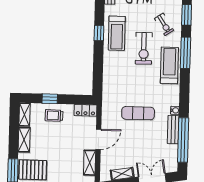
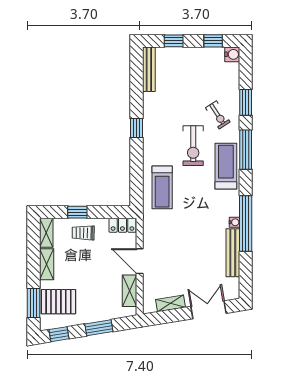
treadmill: (117, 33) -> (162, 187), moved
exercise mat: (138, 113) -> (188, 227), removed
bench: (173, 130) -> (233, 253), width x1.36
door: (98, 139) -> (140, 261), swing flipped
window: (183, 140) -> (246, 223), moved

